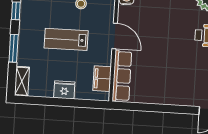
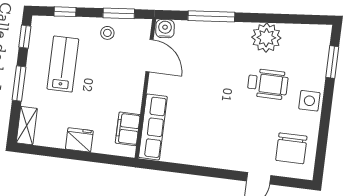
door: (115, 36) -> (150, 56), moved
lab bench: (66, 39) -> (63, 64), moved, turned 90

